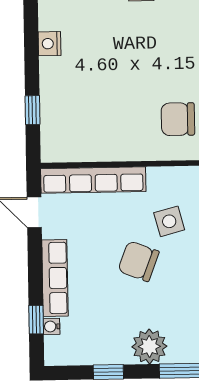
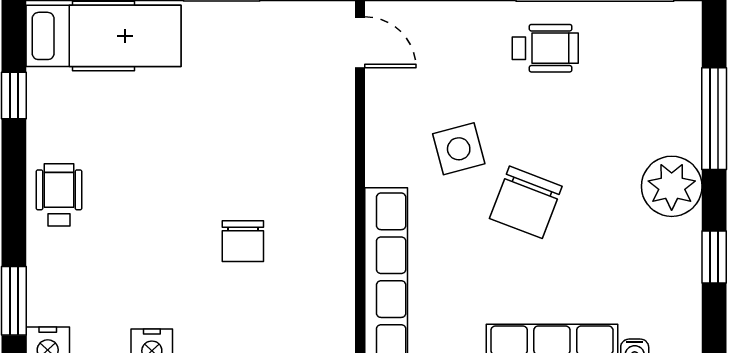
chair: (178, 119) -> (243, 241), moved, width x0.73, depth x0.73

